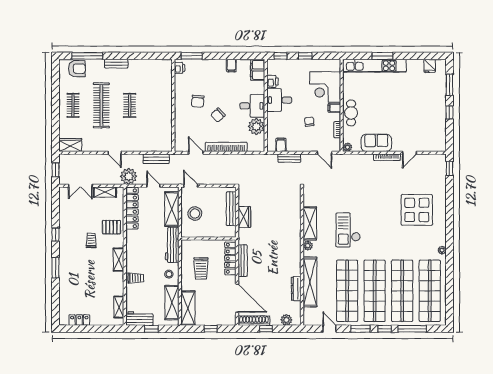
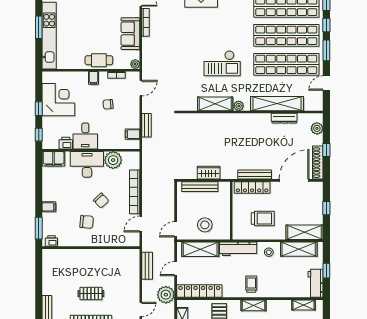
filing cabinet: (231, 66) -> (49, 207), moved
corner desk: (325, 87) -> (58, 100), moved, turned -90
desk: (252, 106) -> (87, 164), width x1.37
trolley: (136, 278) -> (251, 284), moved

